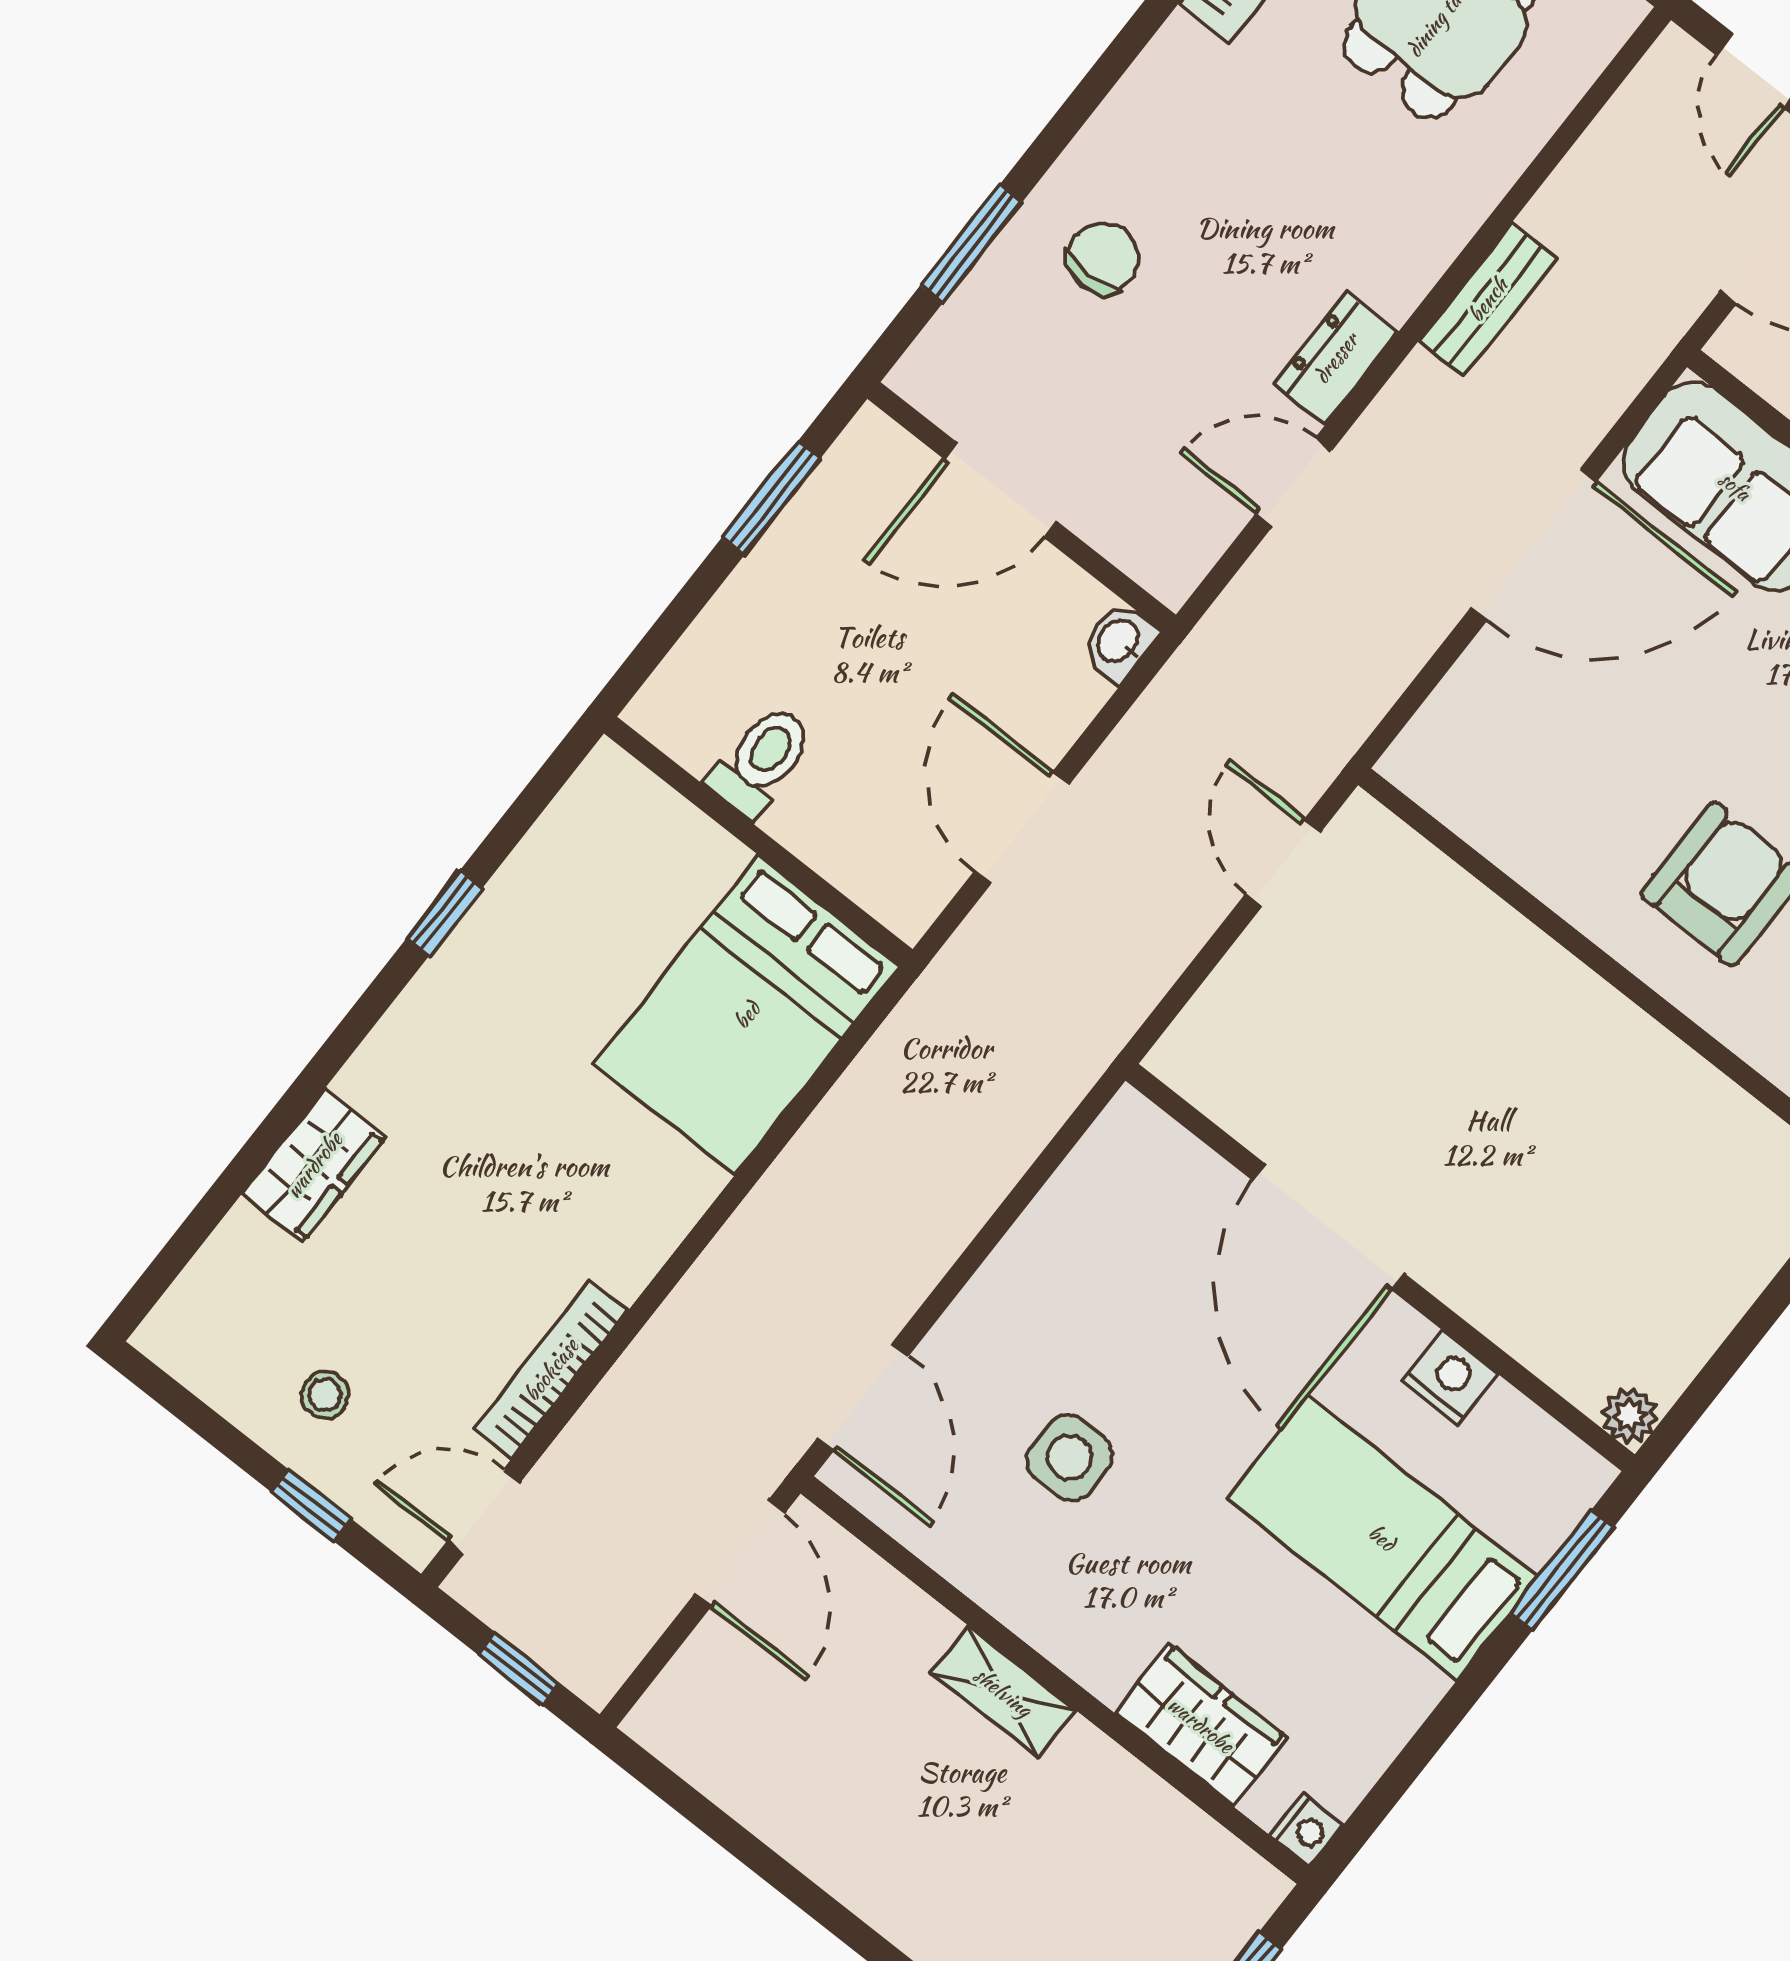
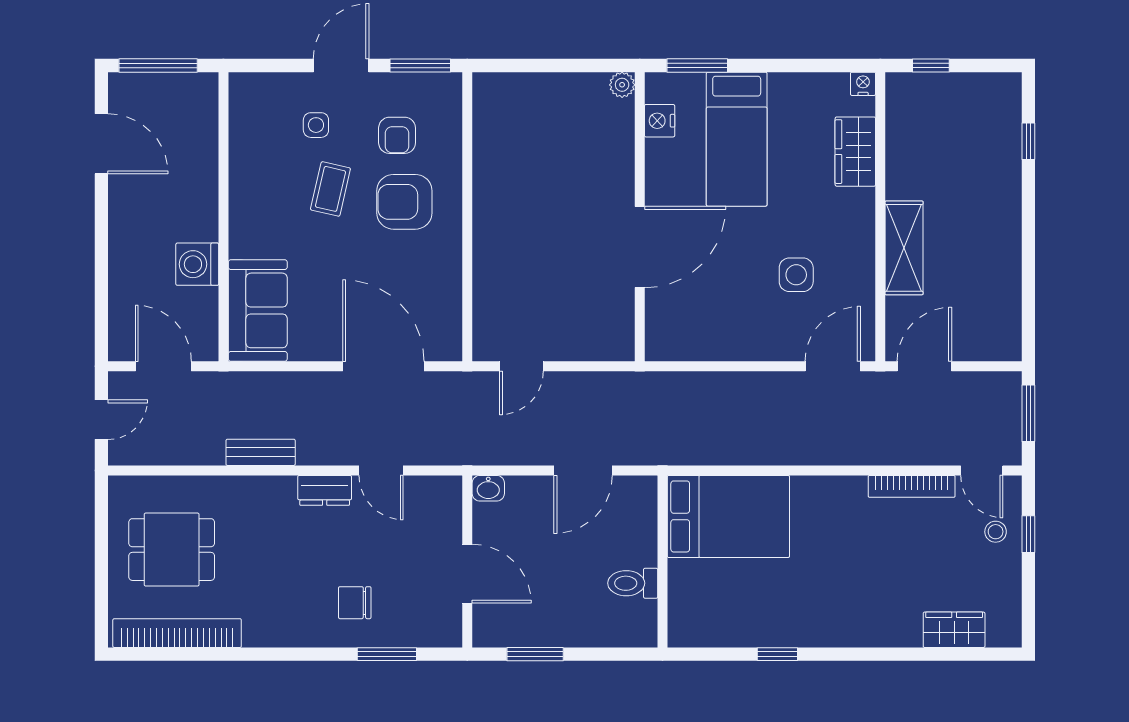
door: (1533, 545) -> (383, 366), moved
wardrobe: (314, 1165) -> (954, 630), moved
nightstand: (1450, 1378) -> (660, 121), moved
stool: (325, 1395) -> (996, 532), moved
window: (519, 1669) -> (1028, 413), width x1.50
shelving: (1003, 1692) -> (904, 248), width x1.50, depth x1.33

